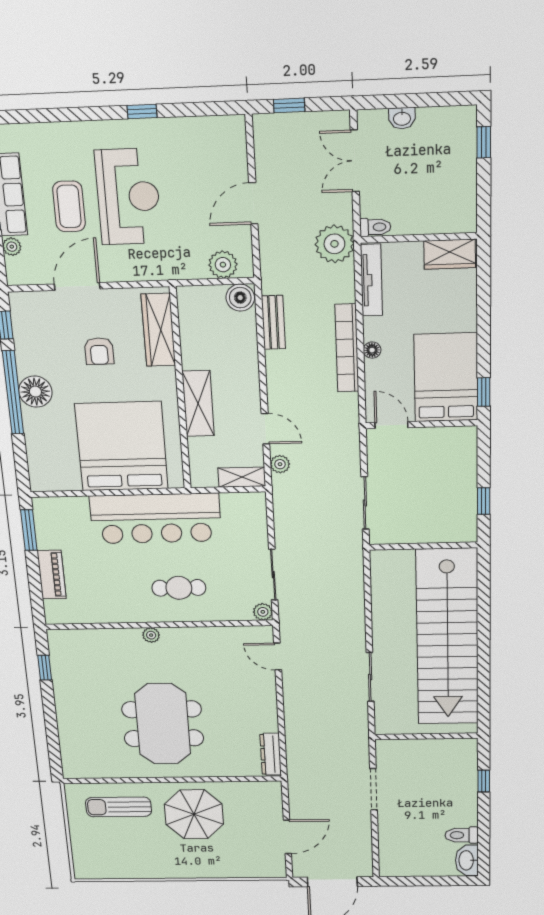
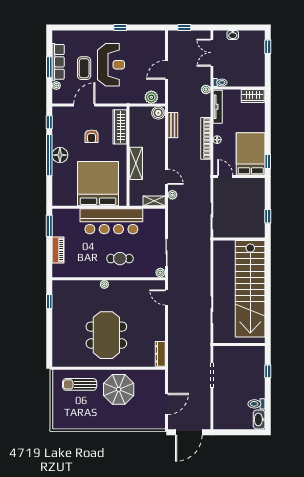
plant: (334, 244) -> (206, 89), width x0.53, depth x0.53

